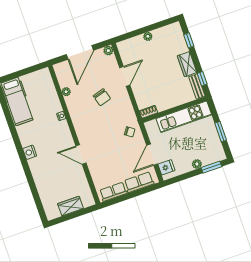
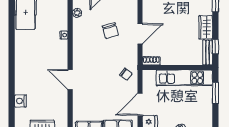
door: (125, 76) -> (140, 34), moved
window: (221, 132) -> (215, 93), moved
nightstand: (30, 152) -> (20, 101), moved

